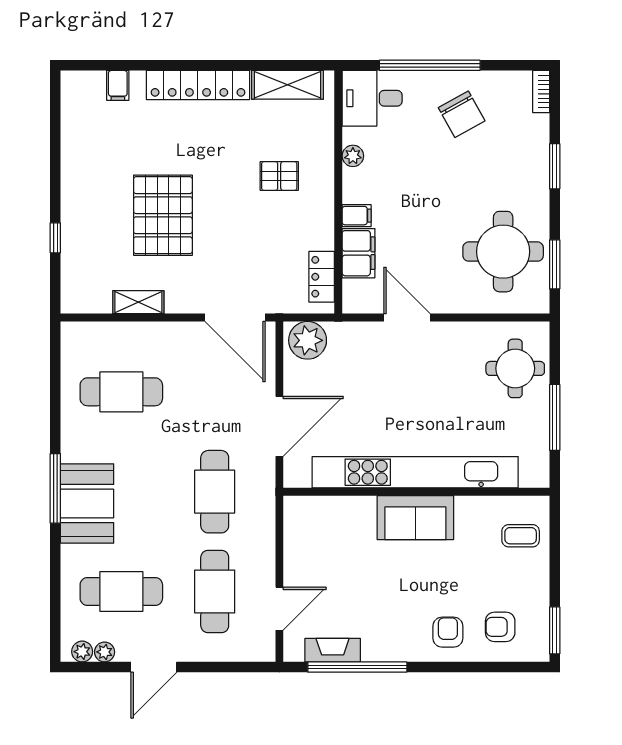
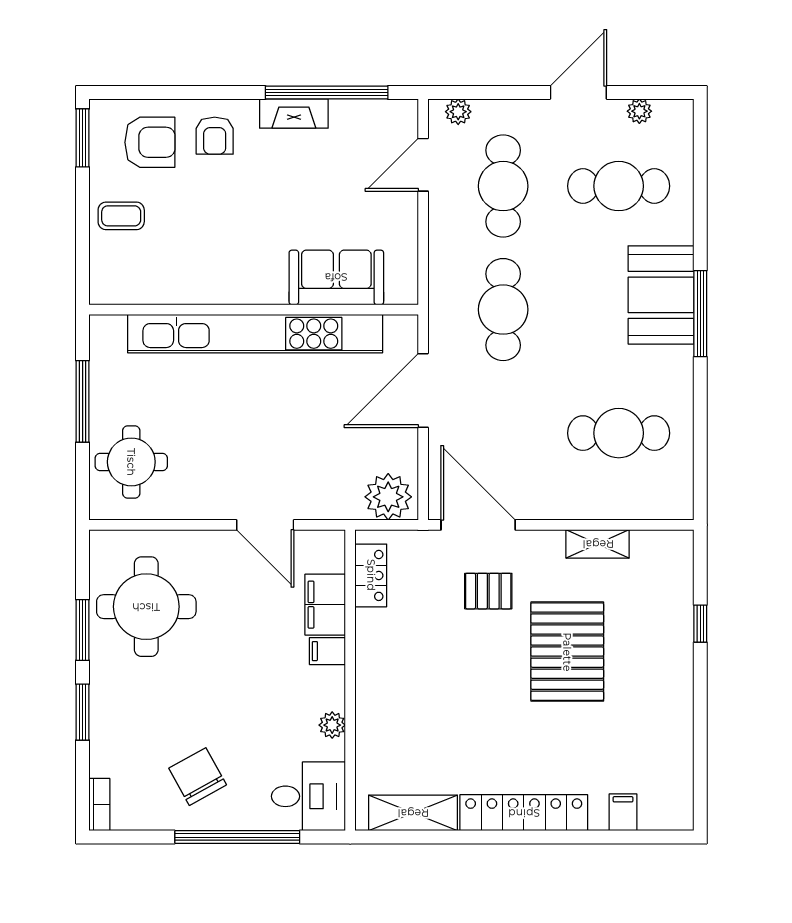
pallet: (279, 176) -> (488, 591), moved
window: (555, 264) -> (83, 630), moved
sofa: (415, 518) -> (336, 277), moved
coffee table: (521, 536) -> (121, 216), moved
armchair: (500, 627) -> (150, 142), width x1.38, depth x1.38
fireplace: (333, 650) -> (294, 114), moved
plant: (82, 652) -> (458, 112), moved

